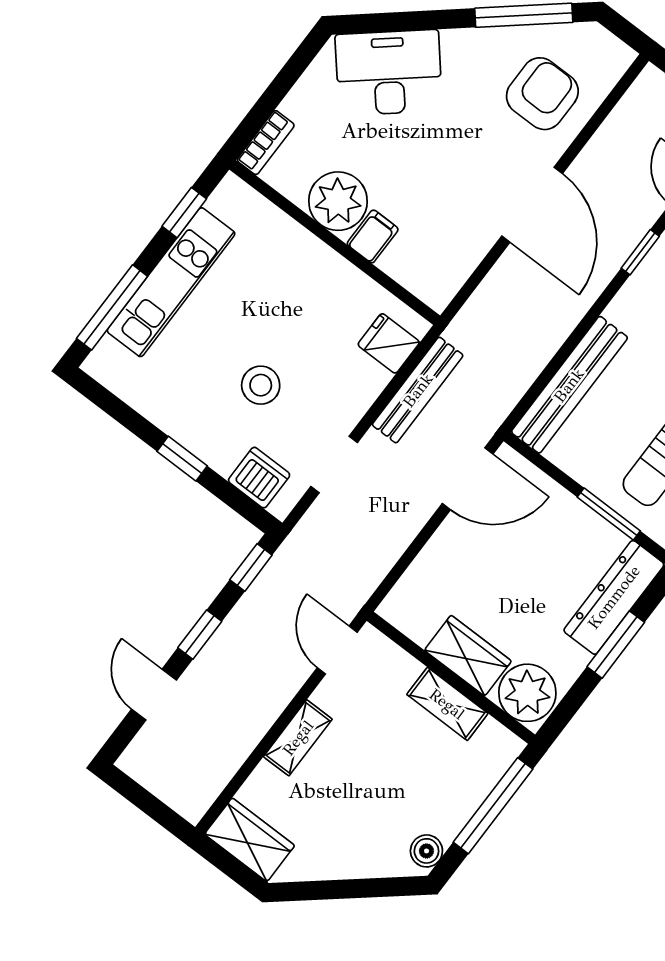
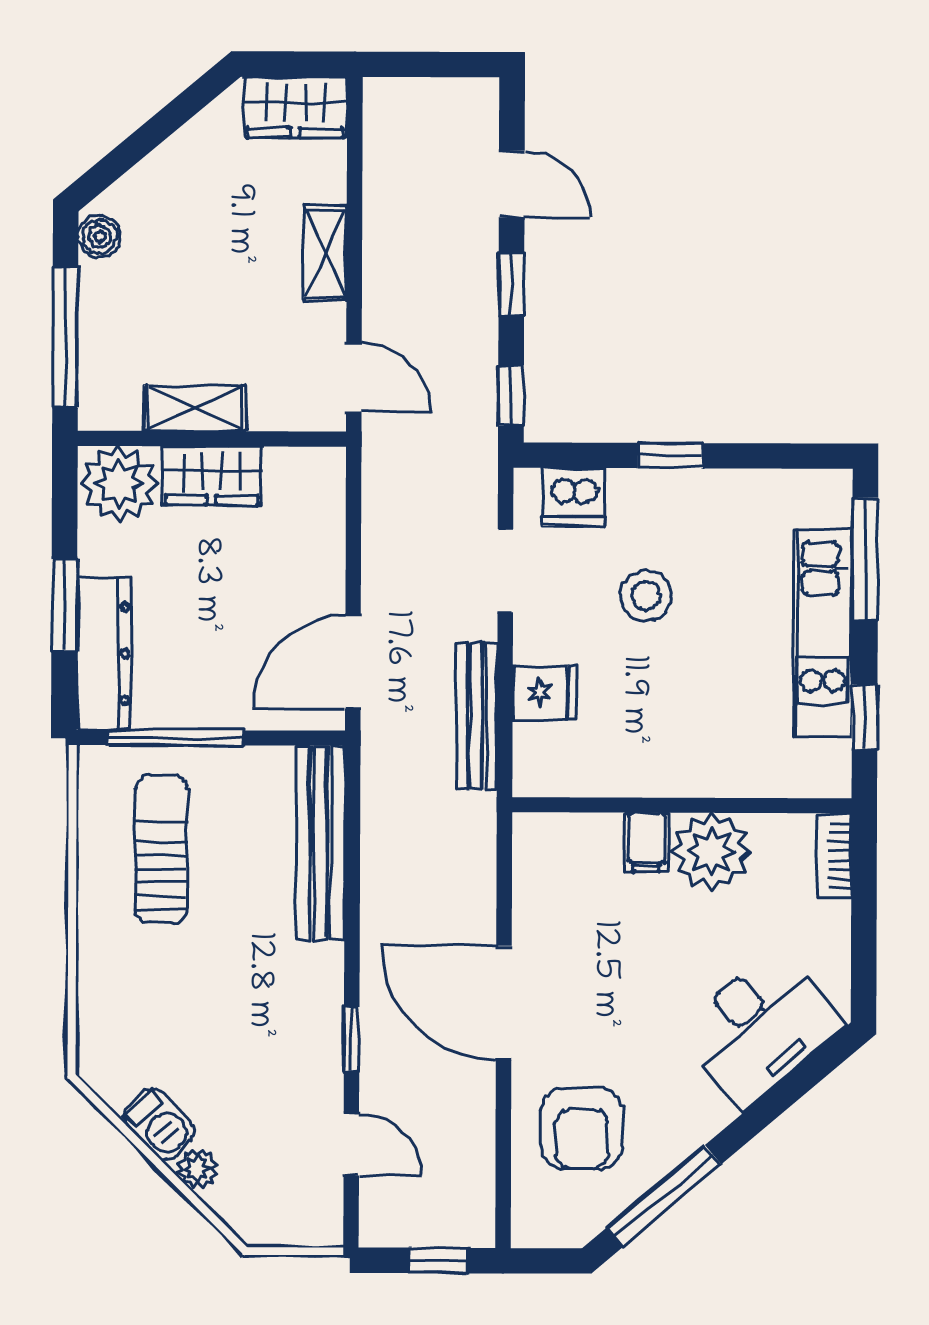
fridge: (389, 343) -> (545, 693), moved
window: (609, 514) -> (176, 738), width x1.44

